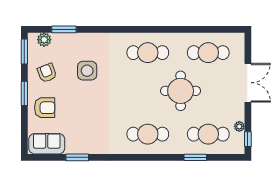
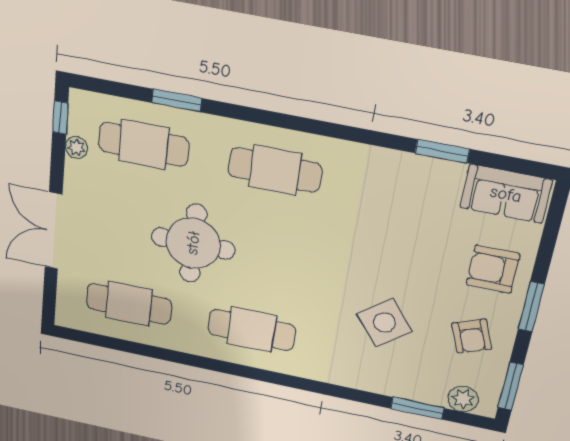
side table: (87, 71) -> (384, 323), turned -38

